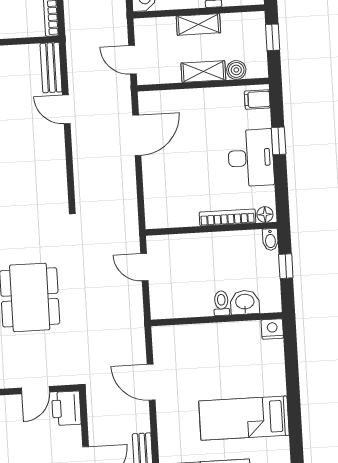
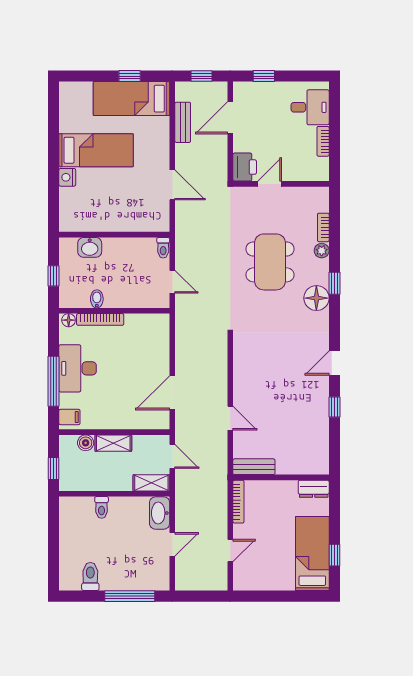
shelving: (198, 24) -> (151, 483), moved
bench: (51, 68) -> (254, 467), moved, turned 90
window: (279, 141) -> (54, 381), width x2.17
bidet: (270, 239) -> (97, 299), moved
toilet: (221, 303) -> (163, 248), moved
nightstand: (272, 329) -> (67, 177), moved, turned 90

